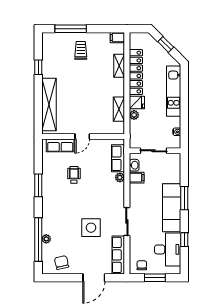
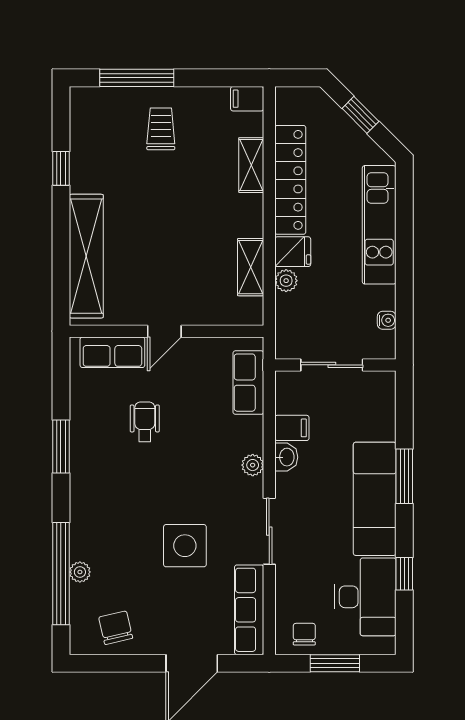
washbasin: (134, 165) -> (286, 457), moved
plant: (120, 177) -> (253, 465), moved

